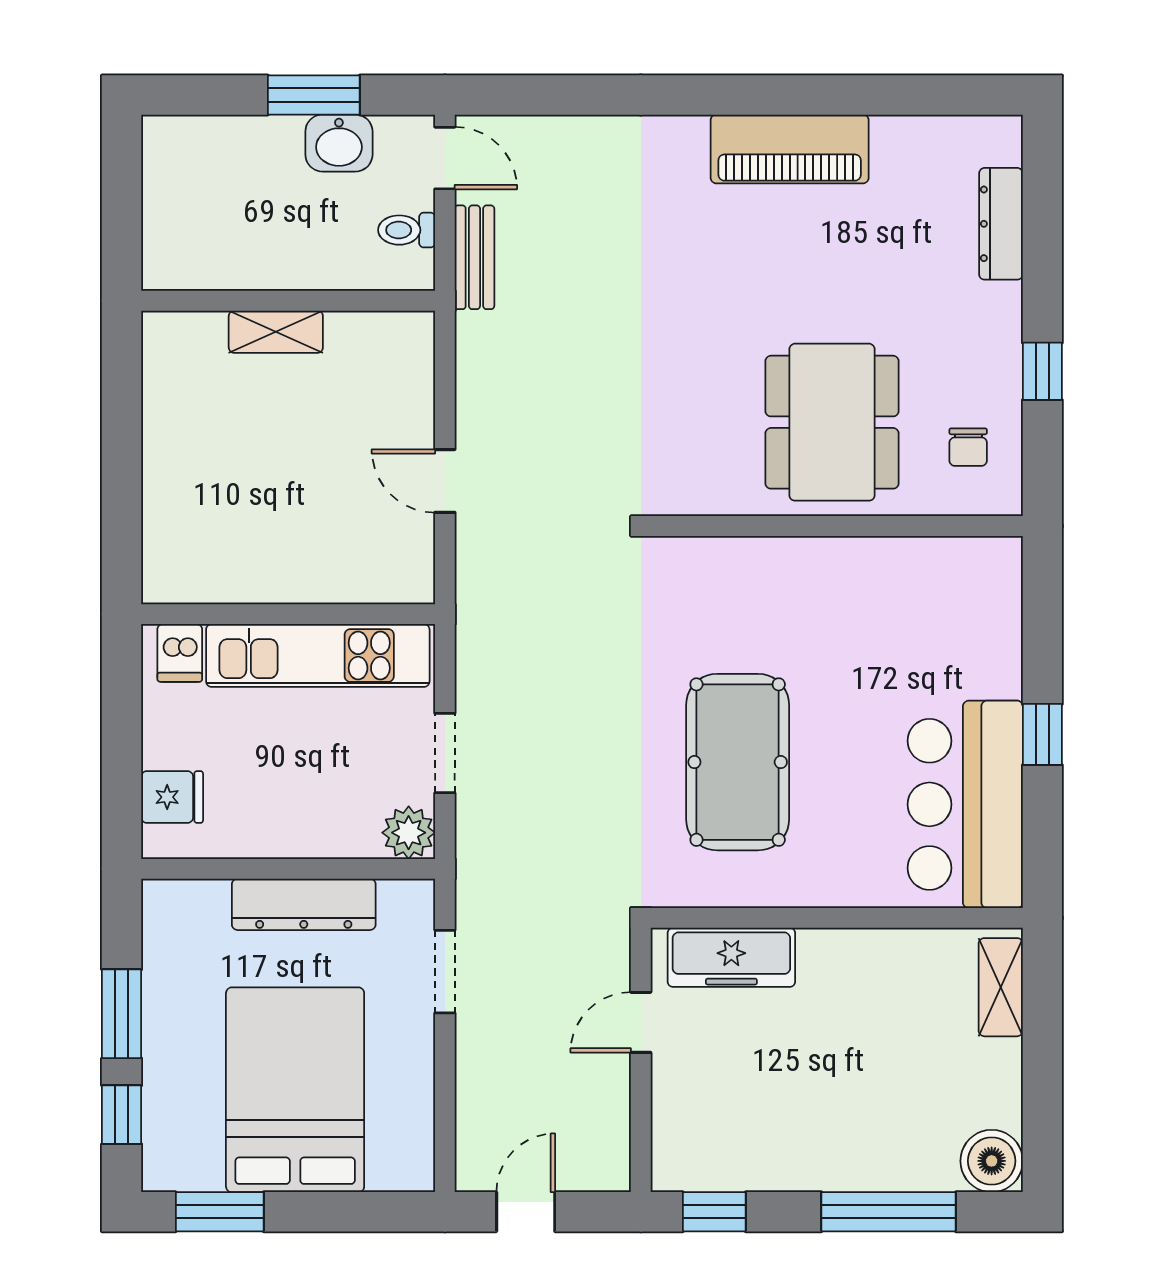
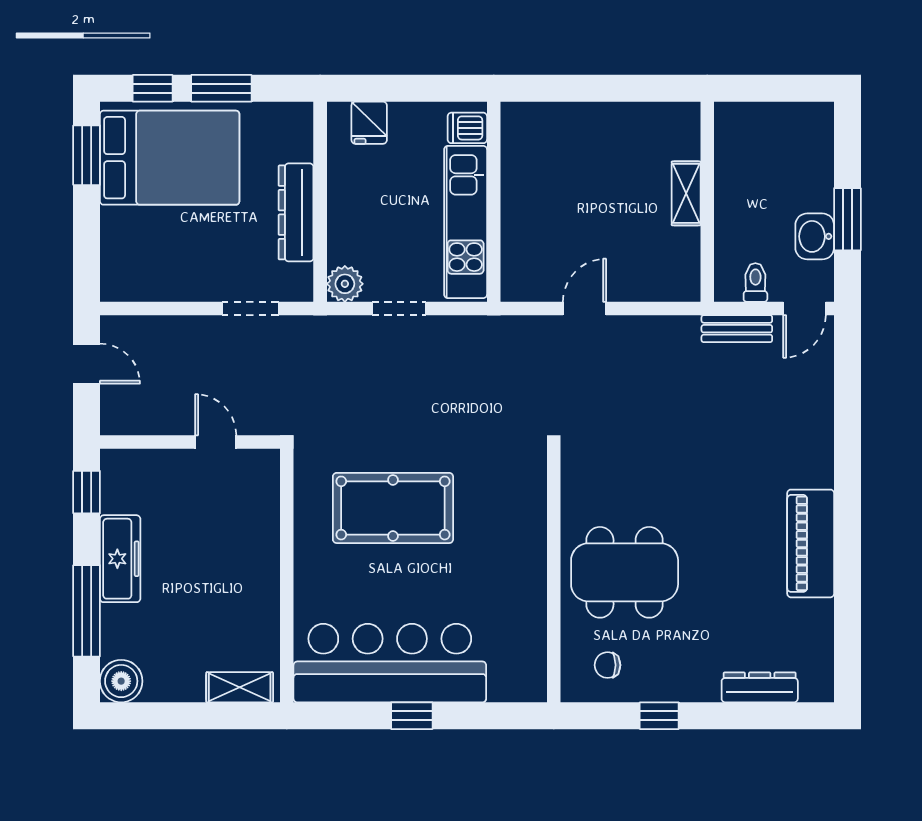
bar counter: (965, 804) -> (390, 663), width x1.36
freezer: (731, 957) -> (120, 559), moved, turned 180
bed: (295, 1090) -> (170, 158), moved

